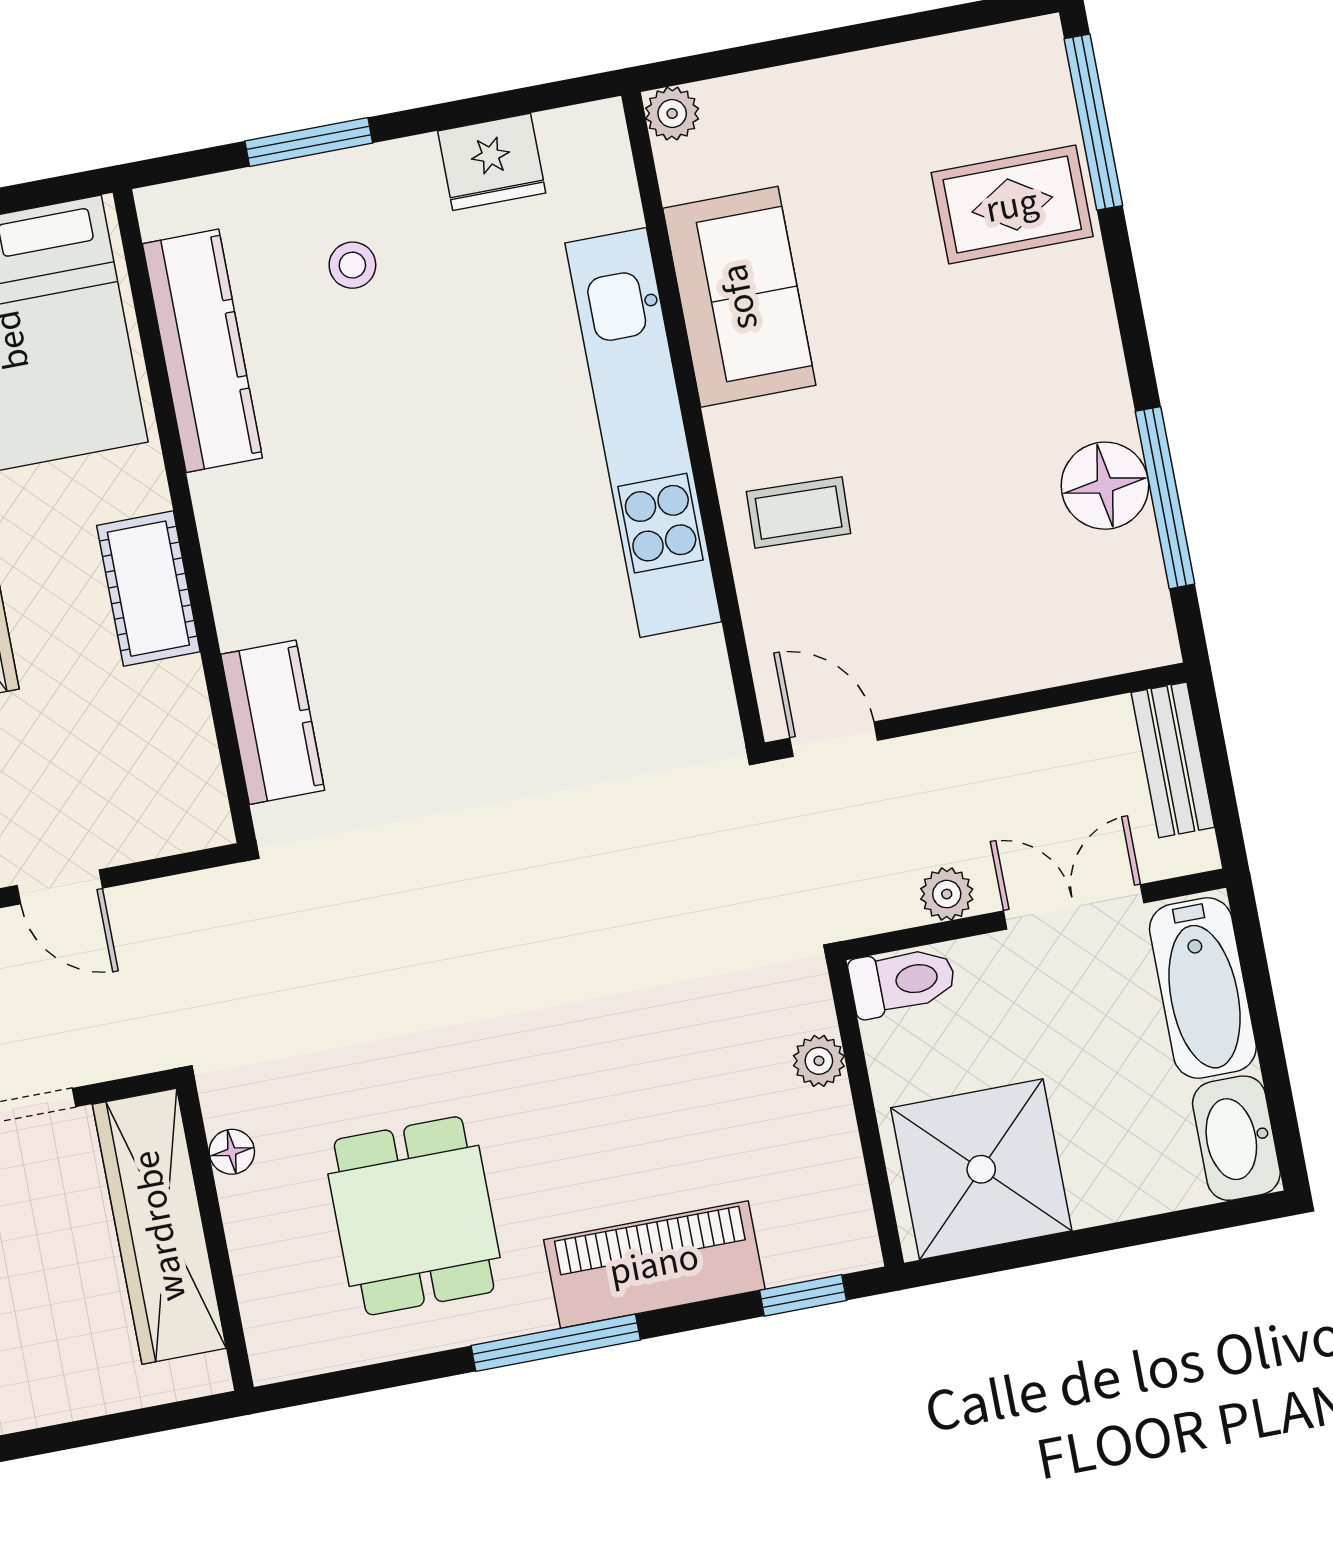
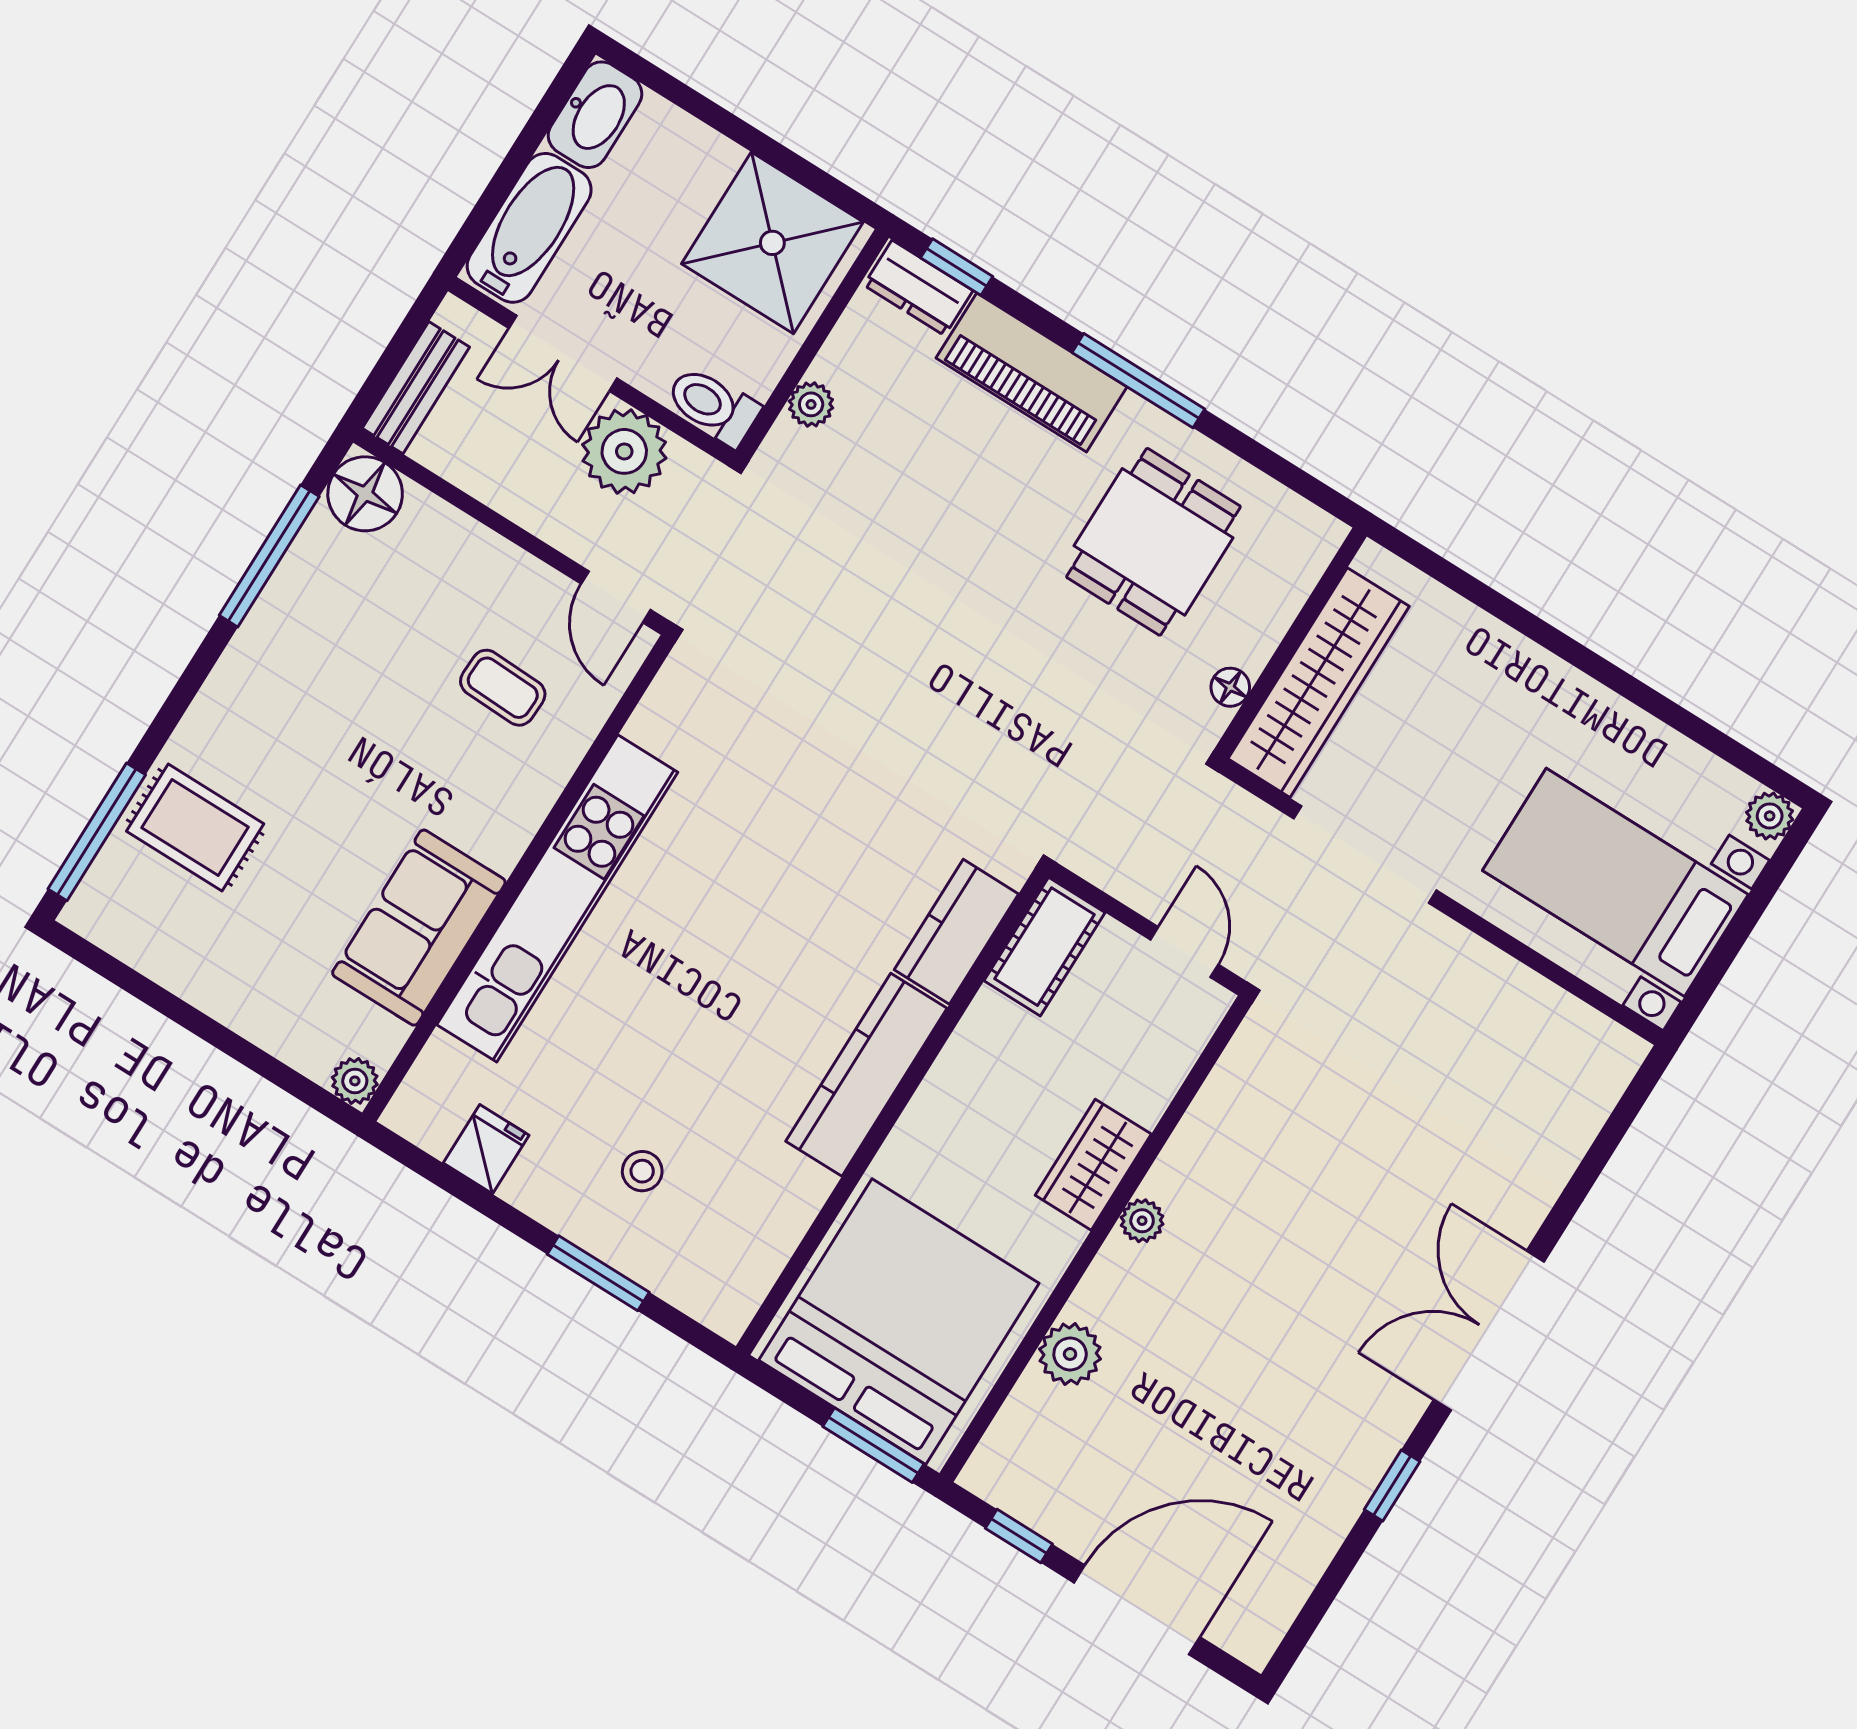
fridge: (492, 162) -> (486, 1149), width x0.72
kitchen counter: (202, 351) -> (866, 1075), moved
floor lamp: (1105, 486) -> (365, 494), moved
coffee table: (799, 513) -> (503, 688), moved
cot: (148, 589) -> (1044, 947), moved
plant: (947, 894) -> (624, 451), width x1.88, depth x1.88
dresser: (819, 1247) -> (918, 288), added

